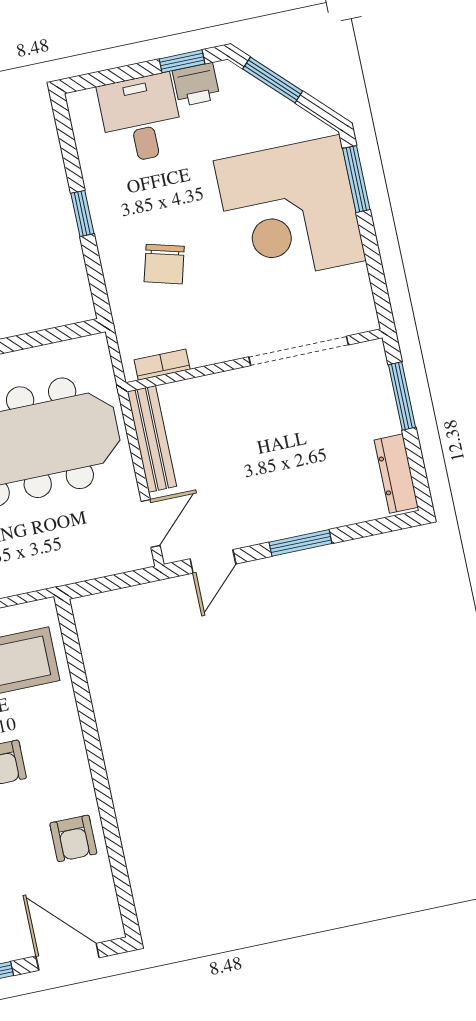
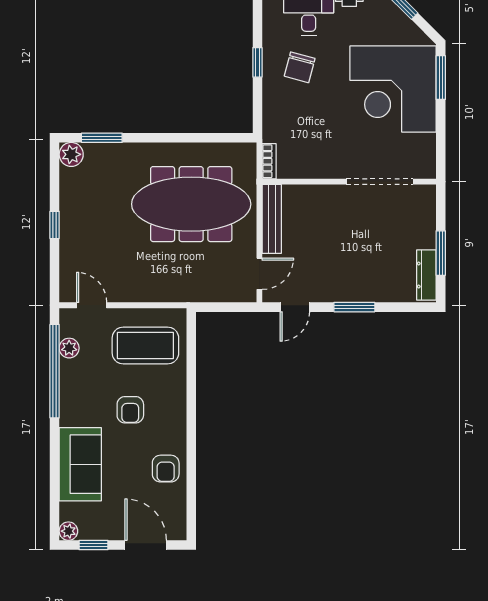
chair: (164, 264) -> (300, 67), moved
bookcase: (162, 365) -> (269, 161), moved, turned 90
window: (402, 396) -> (441, 253), moved

